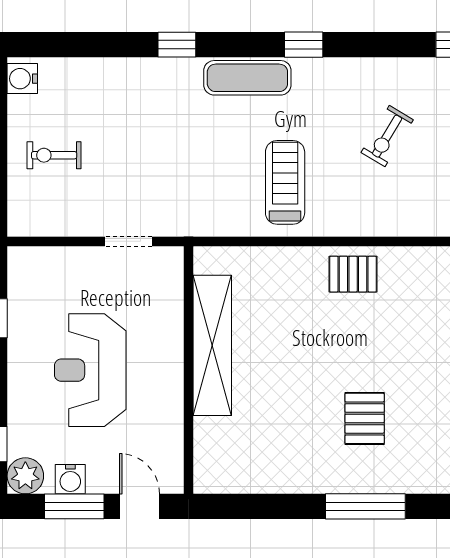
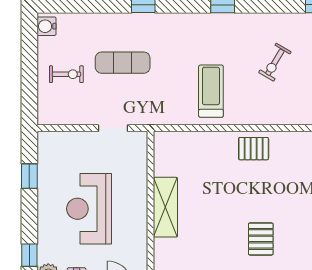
exercise mat: (247, 78) -> (123, 63), moved
exercise bike: (54, 155) -> (66, 74), turned 180
shelving: (212, 345) -> (165, 207), width x0.68

